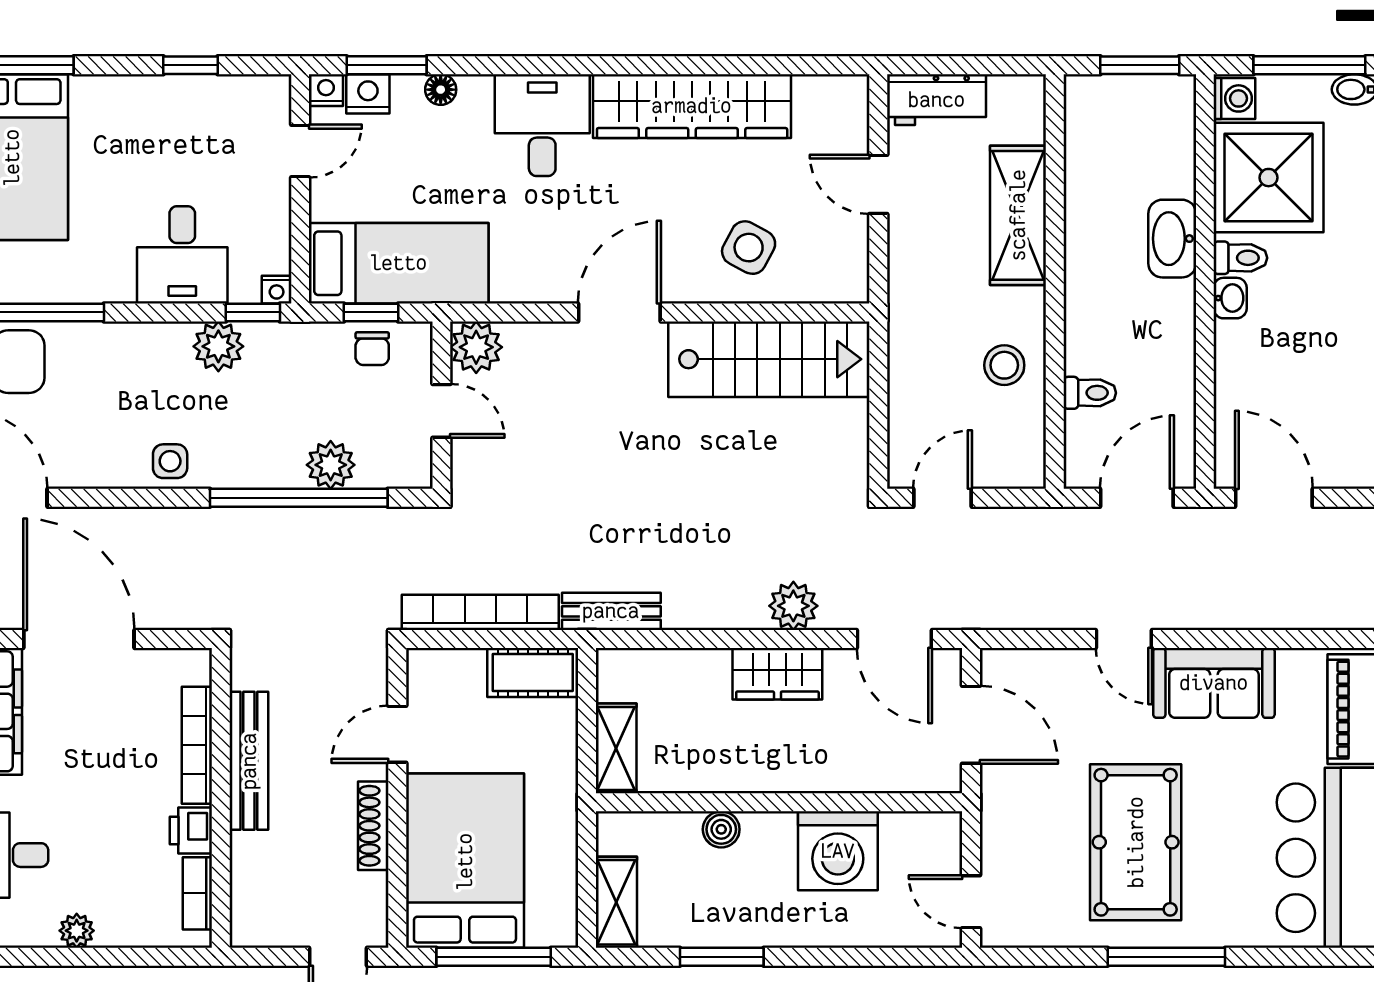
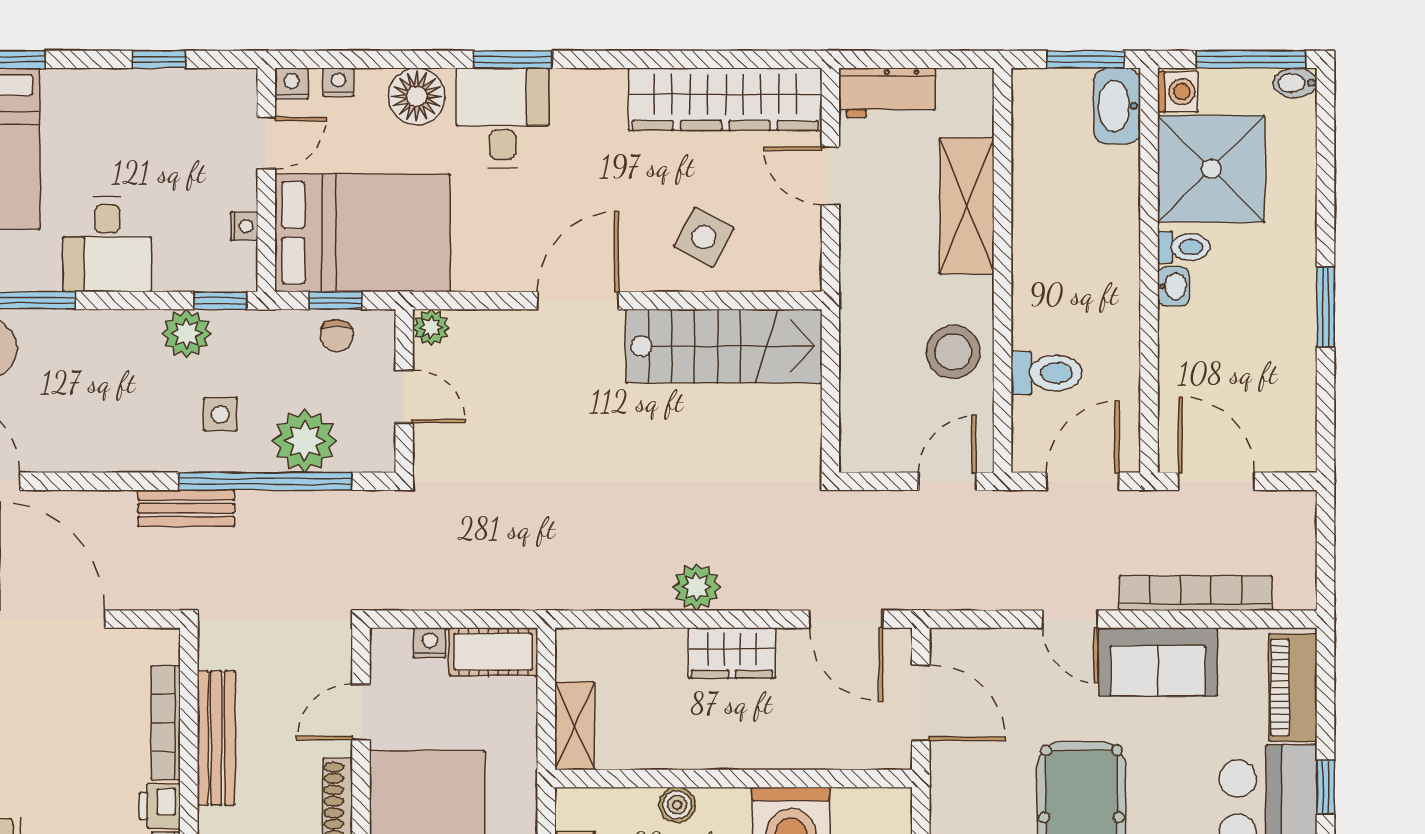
window: (387, 65) -> (513, 59), moved
floor lamp: (441, 90) -> (417, 96), width x1.89, depth x1.89
nightstand: (368, 94) -> (338, 82), width x0.72, depth x0.74
wardrobe: (692, 106) -> (725, 99), moved
washbasin: (1172, 239) -> (1117, 106), moved
desk: (182, 255) -> (107, 244), moved
bed: (399, 263) -> (362, 233), width x1.50
nightstand: (277, 290) -> (244, 226), moved, turned -90
plant: (476, 347) -> (431, 328), width x0.73, depth x0.73
stool: (1004, 365) -> (953, 352), width x1.38, depth x1.38
toilet: (1090, 393) -> (1047, 373), width x1.37, depth x1.39
side table: (170, 461) -> (220, 414), moved
plant: (331, 465) -> (305, 441), width x1.36, depth x1.36
door: (942, 498) -> (947, 481), moved
plant: (793, 606) -> (697, 587), moved
bench: (611, 611) -> (186, 508), moved
bookcase: (480, 612) -> (1196, 593), moved
nightstand: (468, 663) -> (430, 643), added

